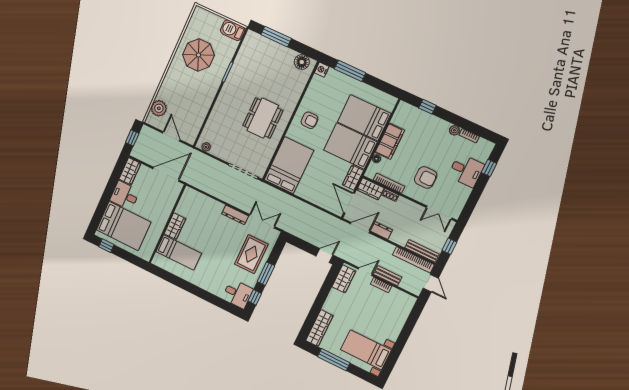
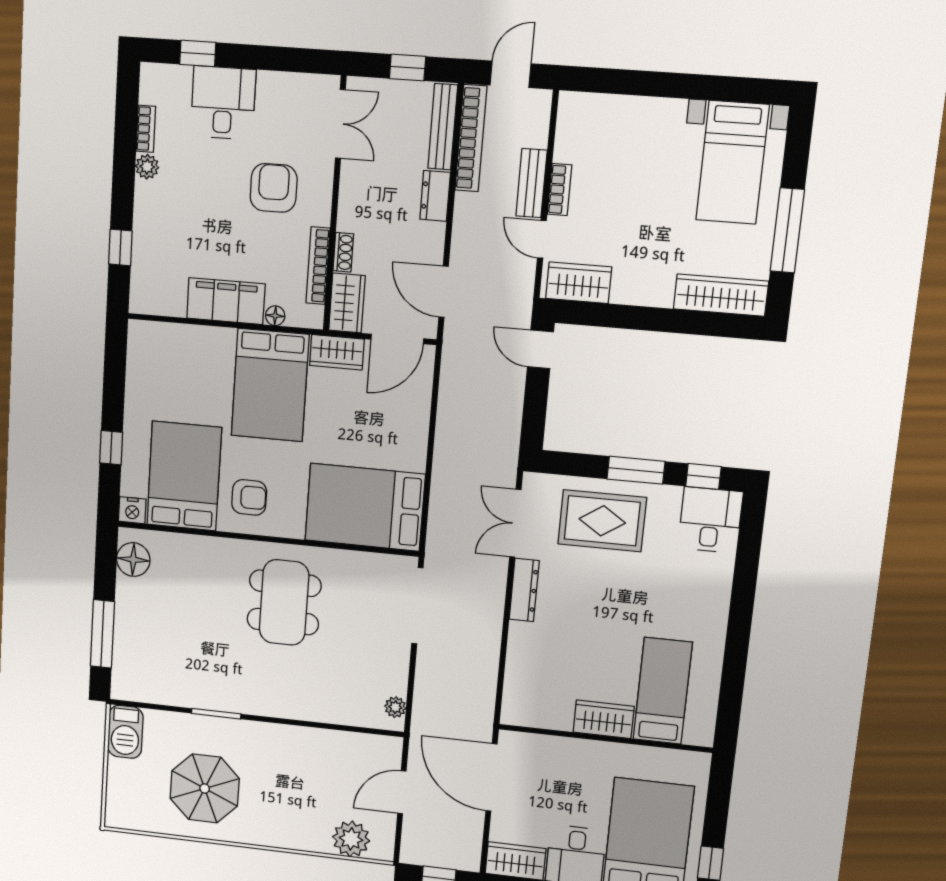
window: (350, 71) -> (111, 448), width x0.46
dining table: (263, 118) -> (284, 602), turned 90
bed: (364, 118) -> (184, 476), moved, turned 180
armchair: (309, 120) -> (249, 497), turned 90
dresser: (381, 230) -> (435, 196), moved

